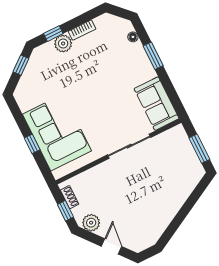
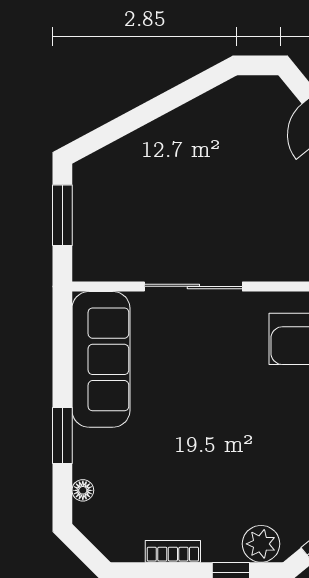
plant: (63, 43) -> (261, 544), moved
sofa: (157, 104) -> (101, 359), width x1.36

